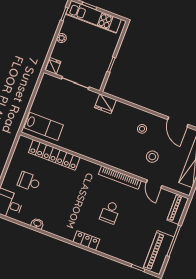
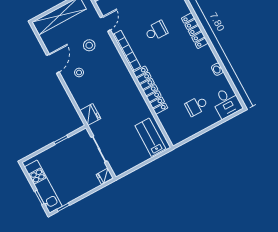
plant: (62, 38) -> (81, 191), removed
door: (178, 122) -> (53, 64), moved
locker: (54, 155) -> (150, 90), moved
school desk: (29, 182) -> (197, 106), turned 90
locker: (86, 241) -> (195, 31), width x1.53

